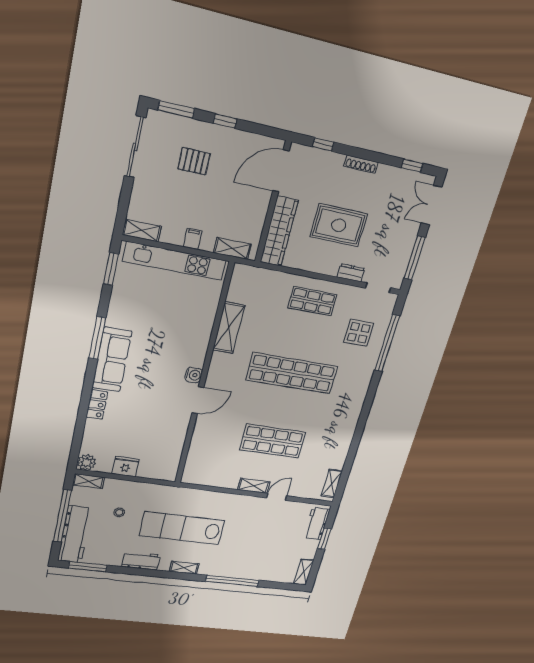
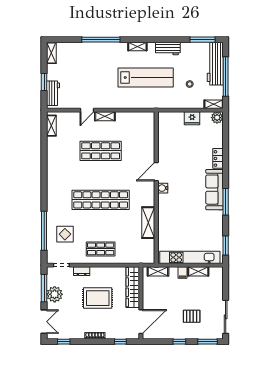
shelving: (142, 231) -> (198, 271), moved
plant: (402, 245) -> (55, 294), added

